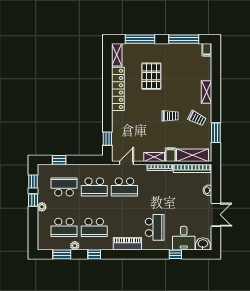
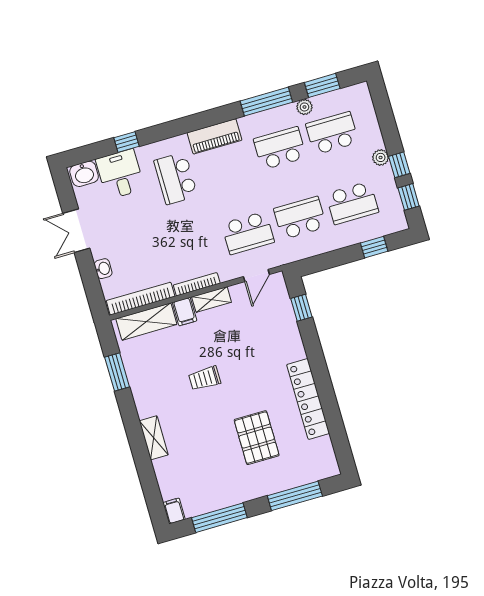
shelving: (117, 55) -> (327, 457), removed
trolley: (197, 118) -> (157, 388), removed
school desk: (124, 187) -> (248, 233), turned 180
window: (94, 254) -> (266, 102), width x2.17

